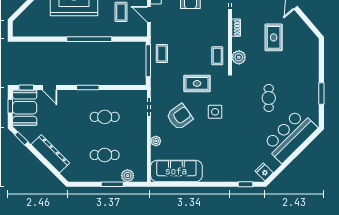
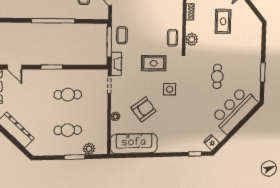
fireplace: (156, 84) -> (116, 64), added
armchair: (180, 117) -> (144, 109), moved

